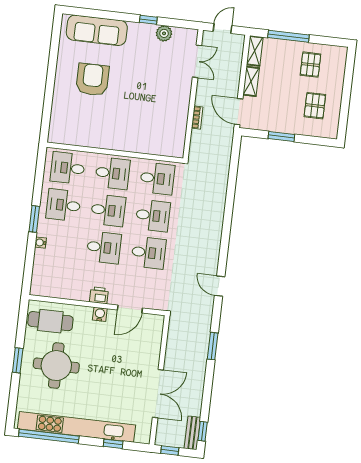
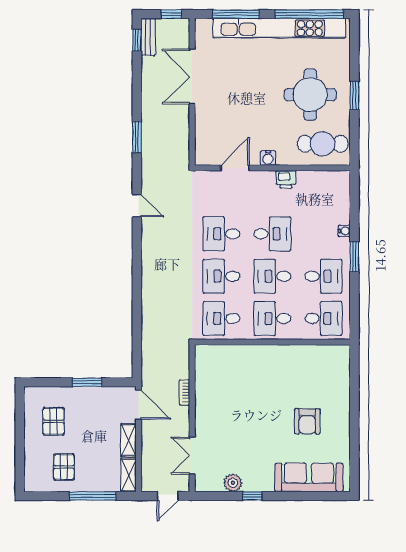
armchair: (93, 80) -> (307, 421), width x0.73, depth x0.73
desk: (104, 247) -> (272, 234), turned 180
printer: (99, 295) -> (286, 179), moved
window: (113, 444) -> (236, 14), width x2.17

